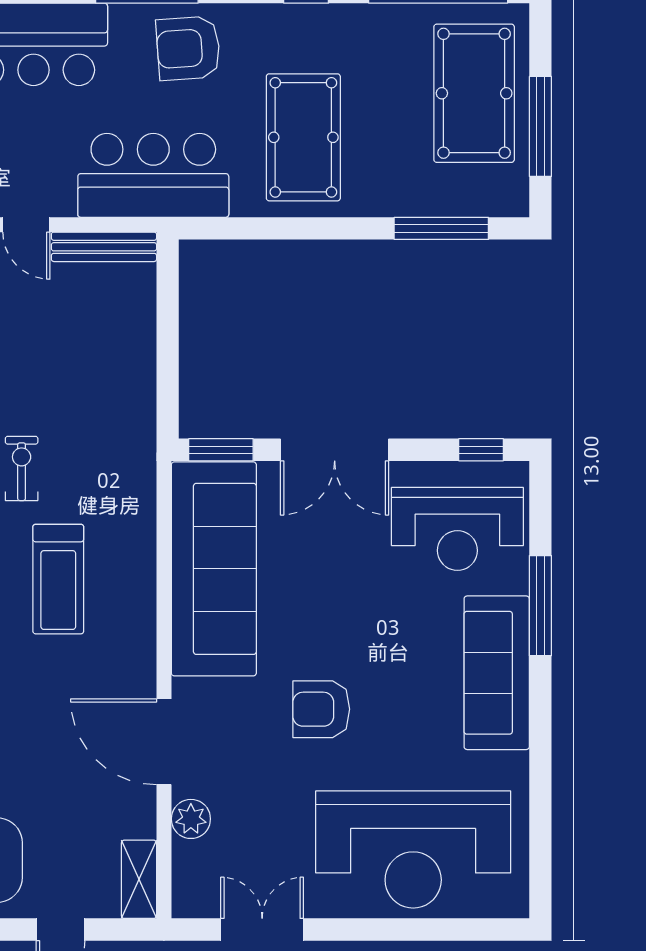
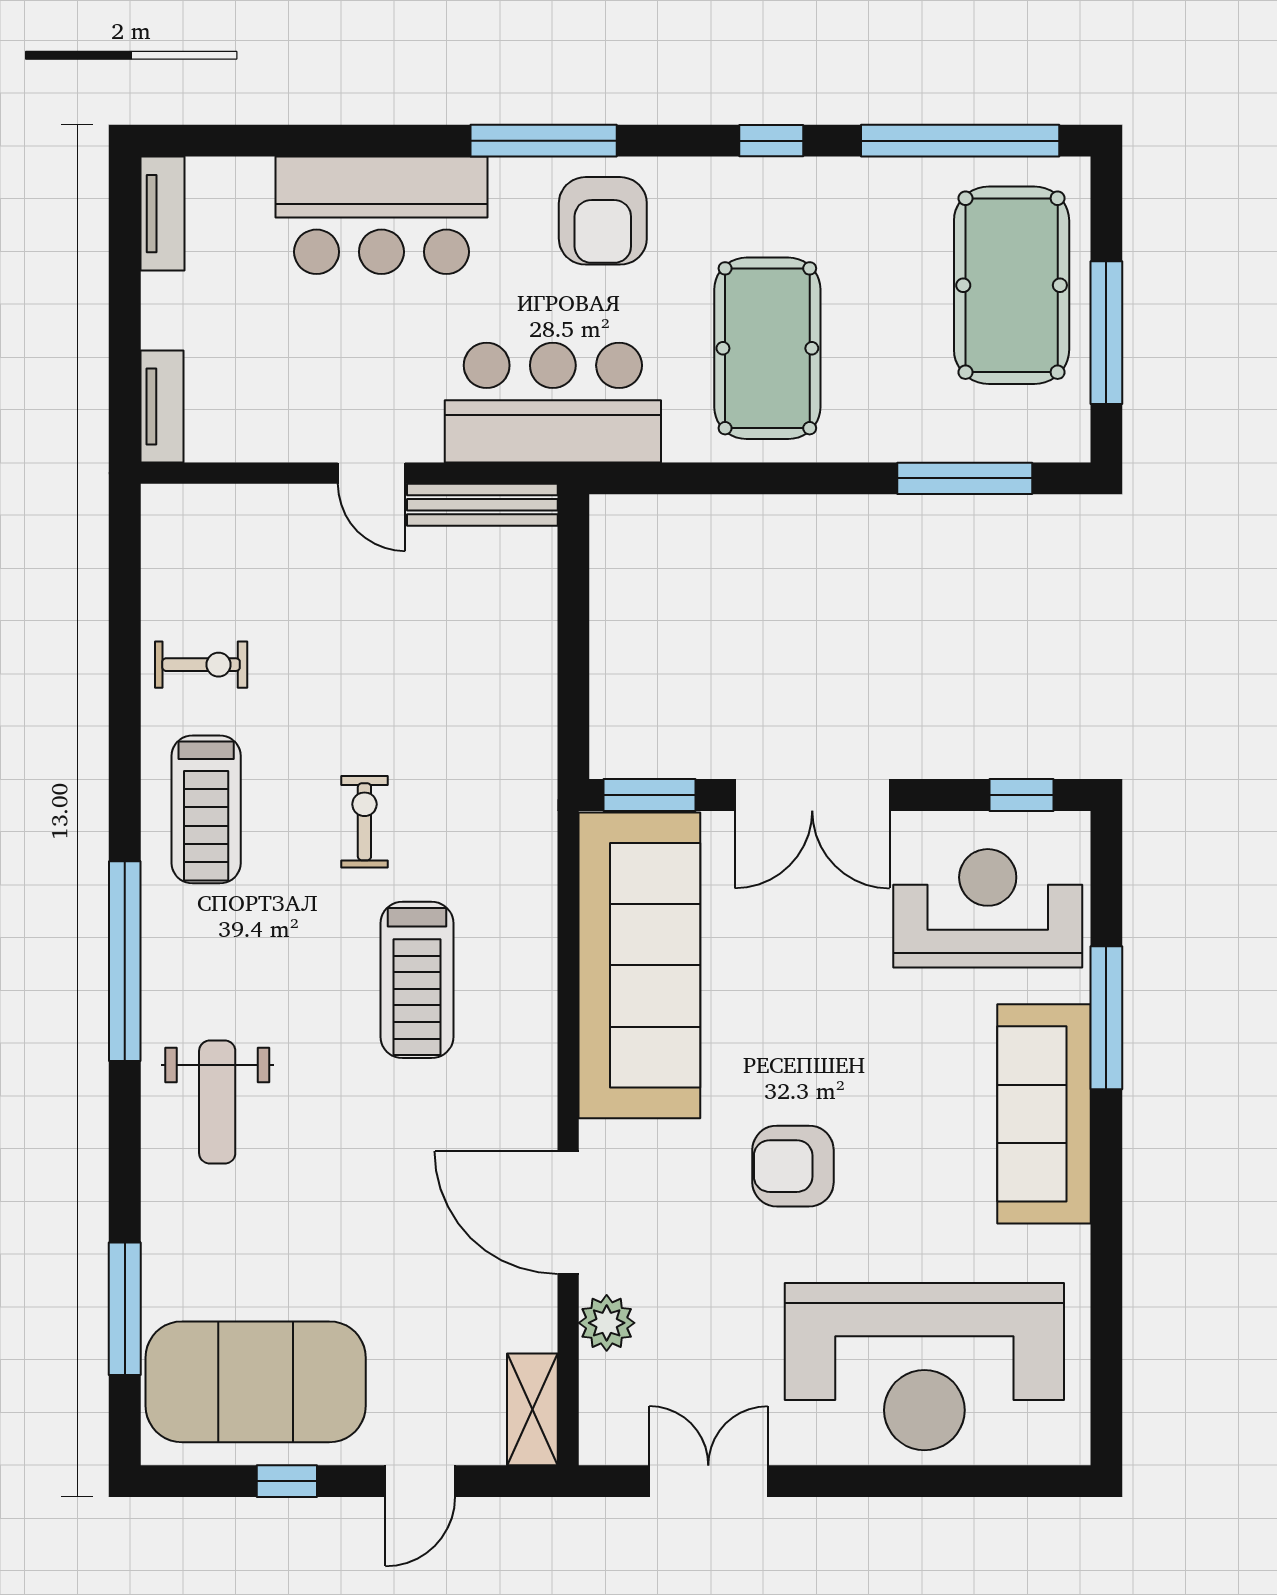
armchair: (188, 48) -> (603, 221), turned -86
reception desk: (457, 529) -> (988, 908), turned 180

